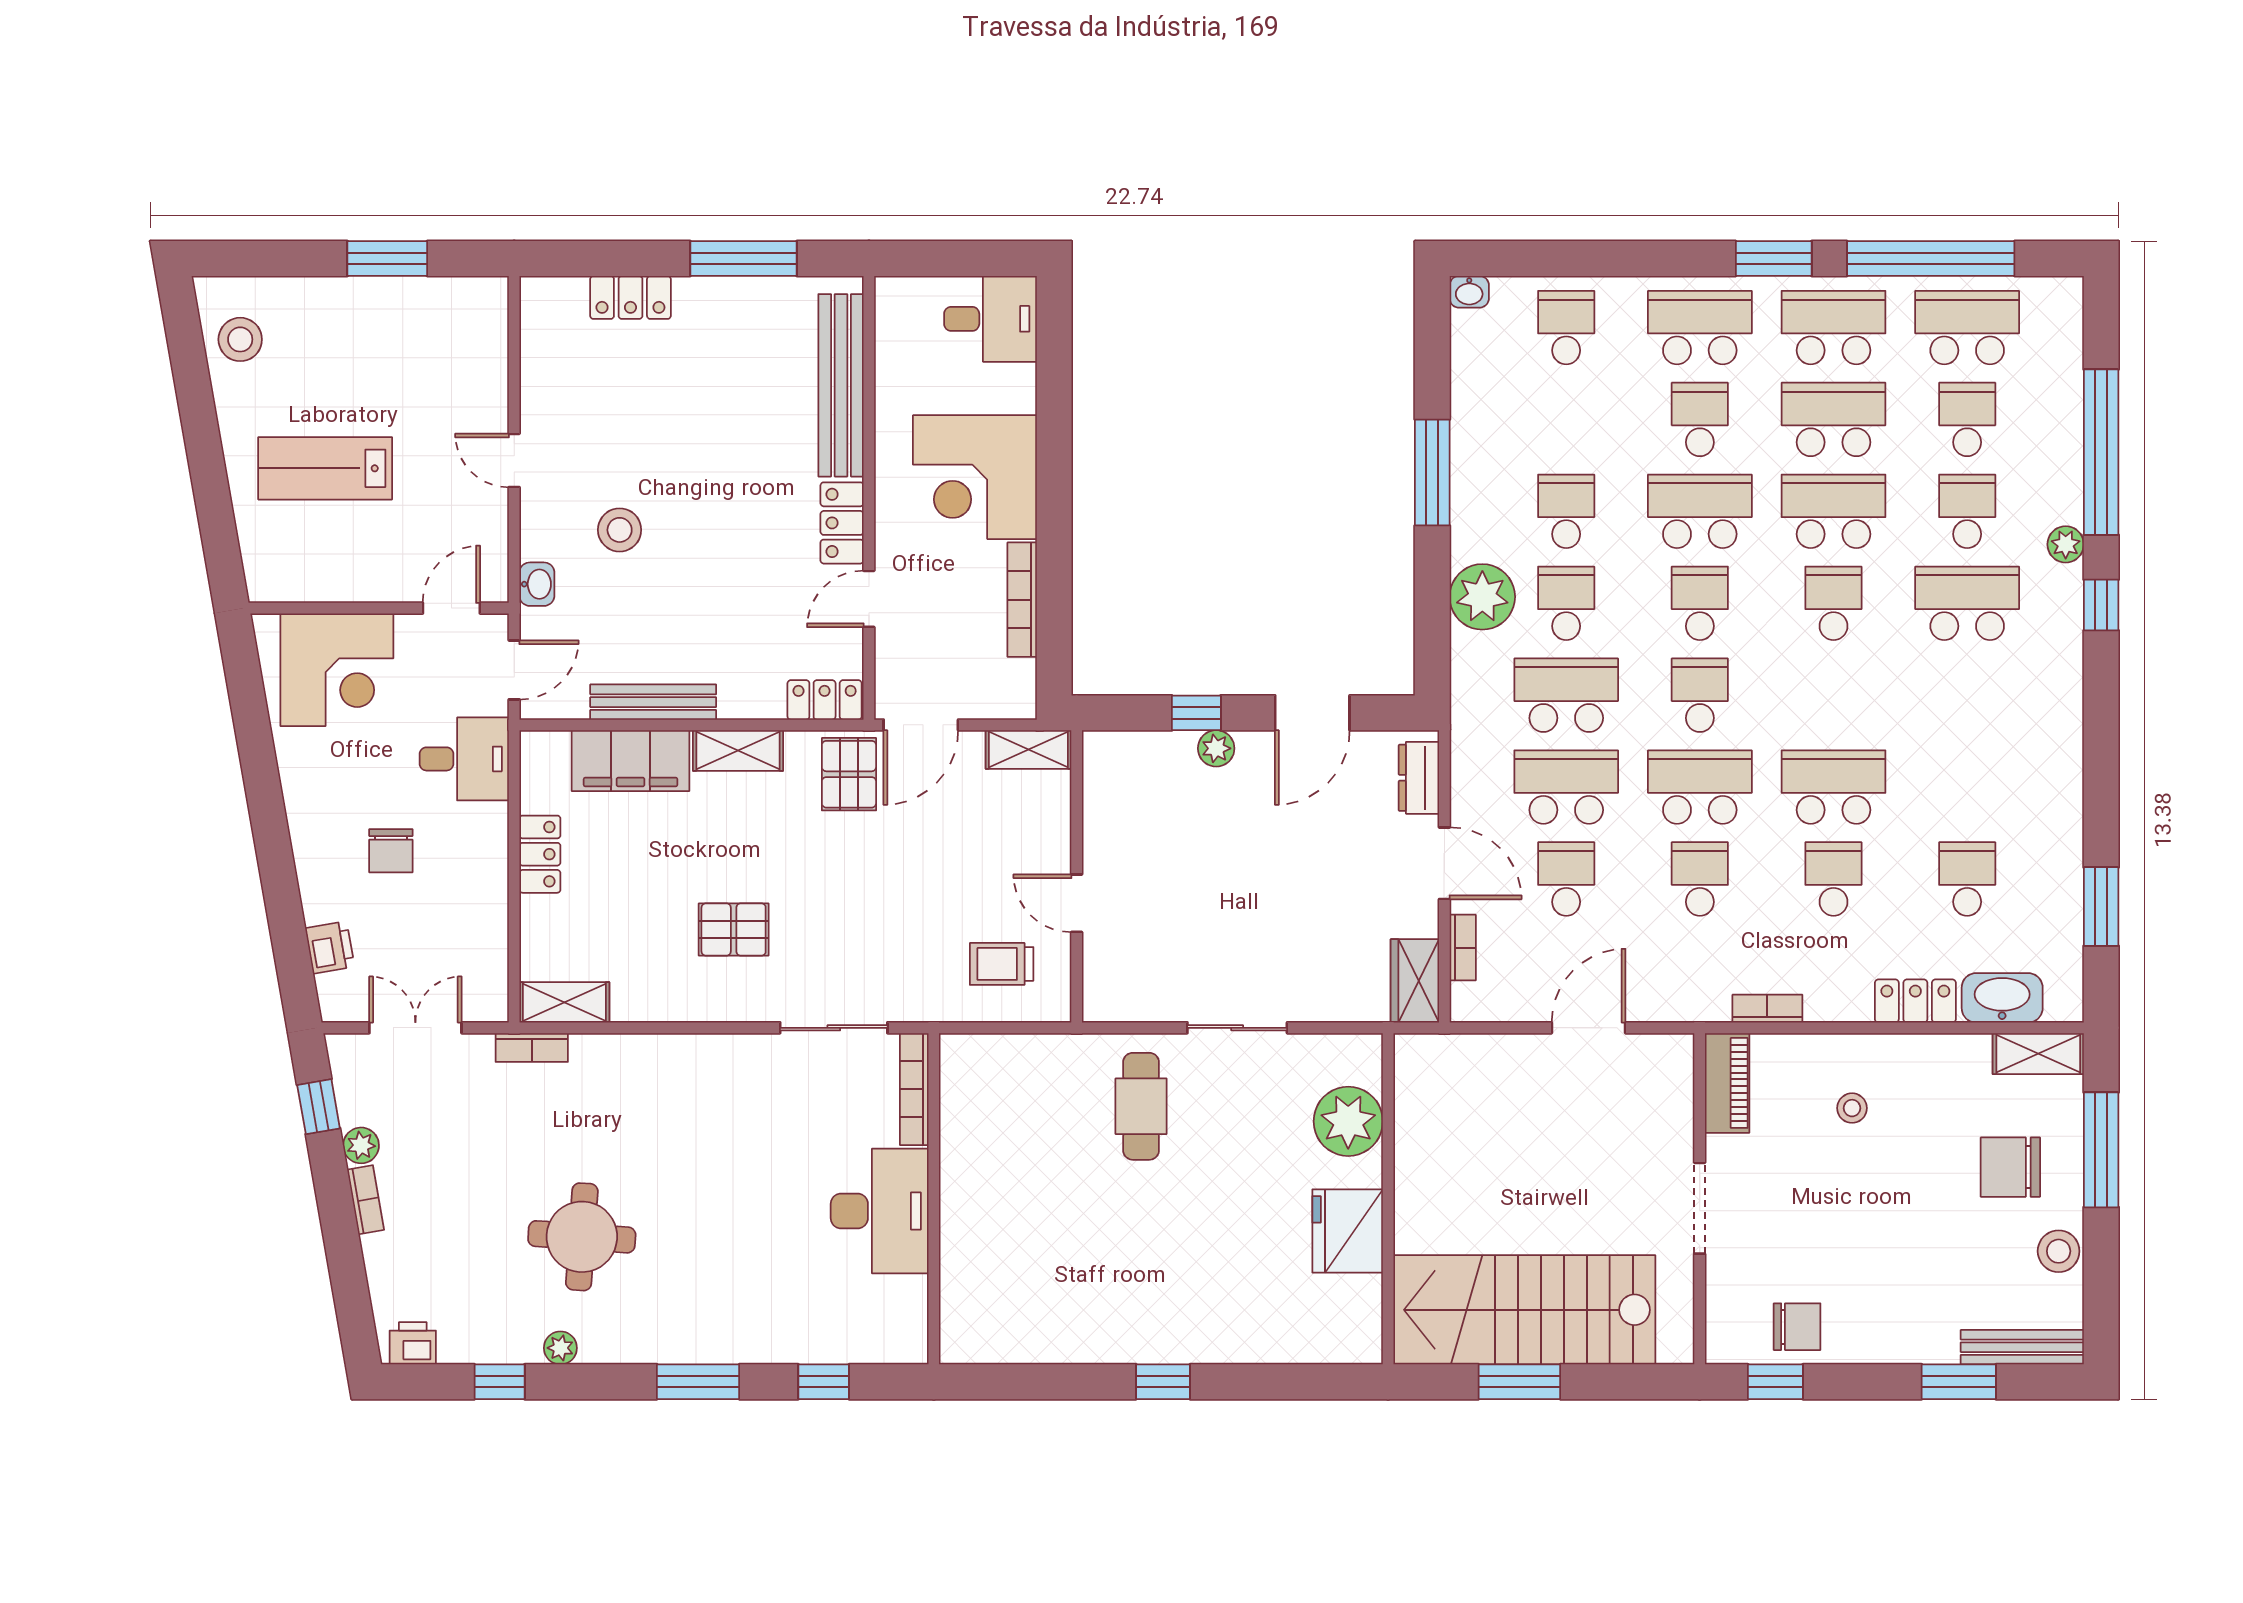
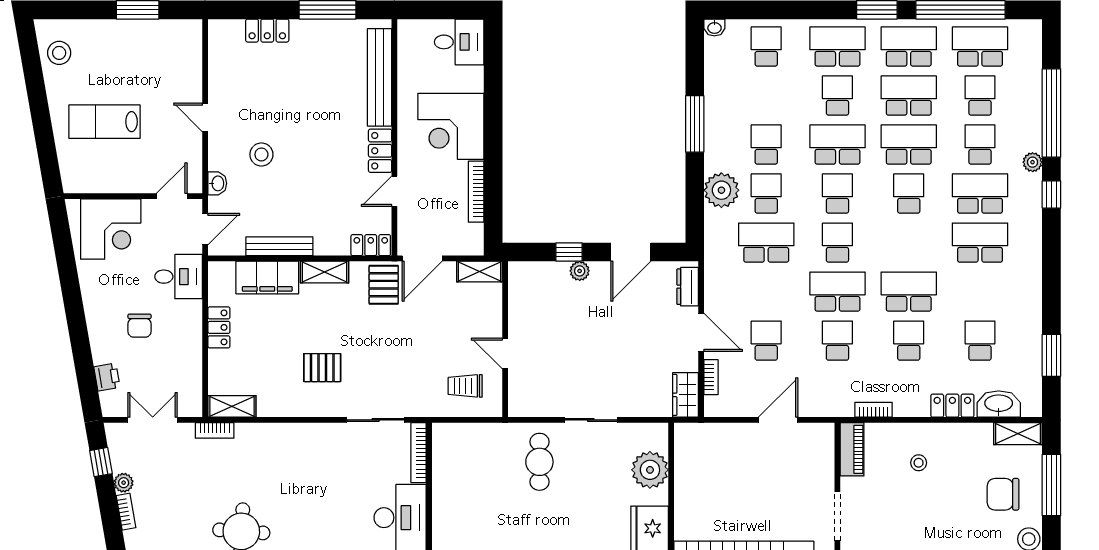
school desk: (1566, 787) -> (980, 243), moved

